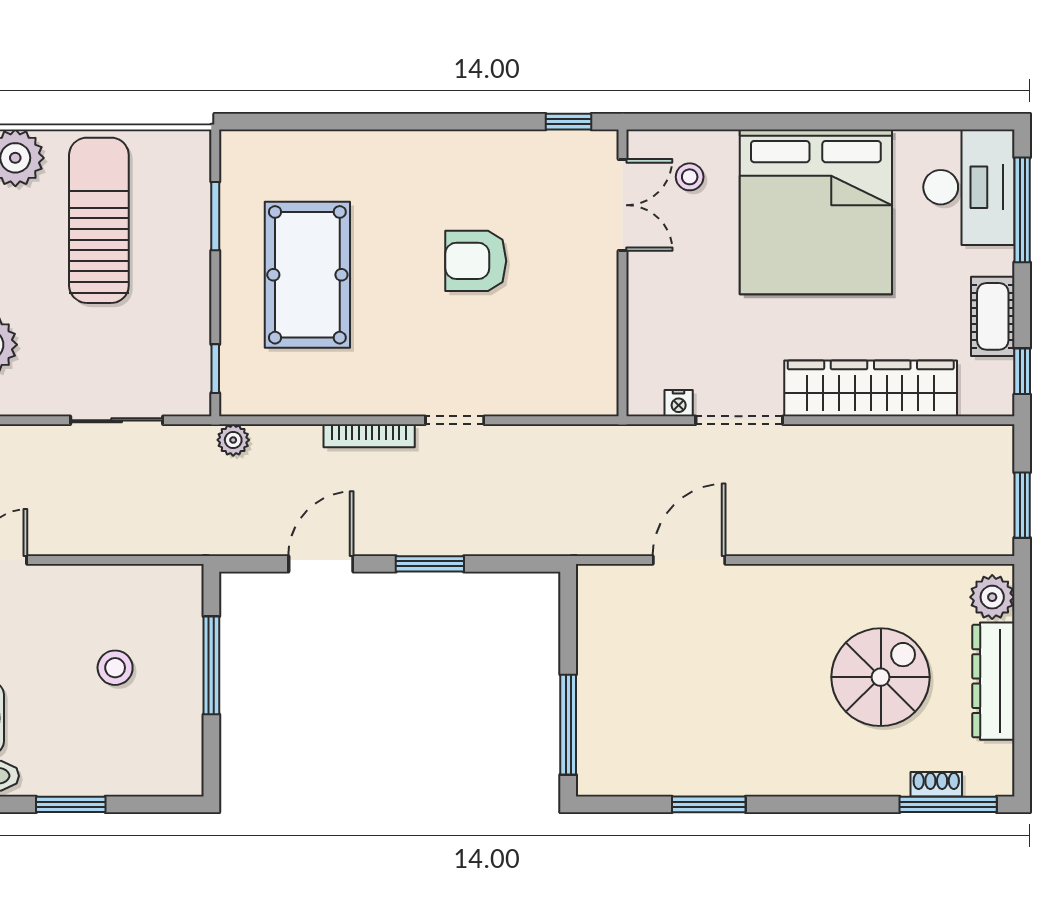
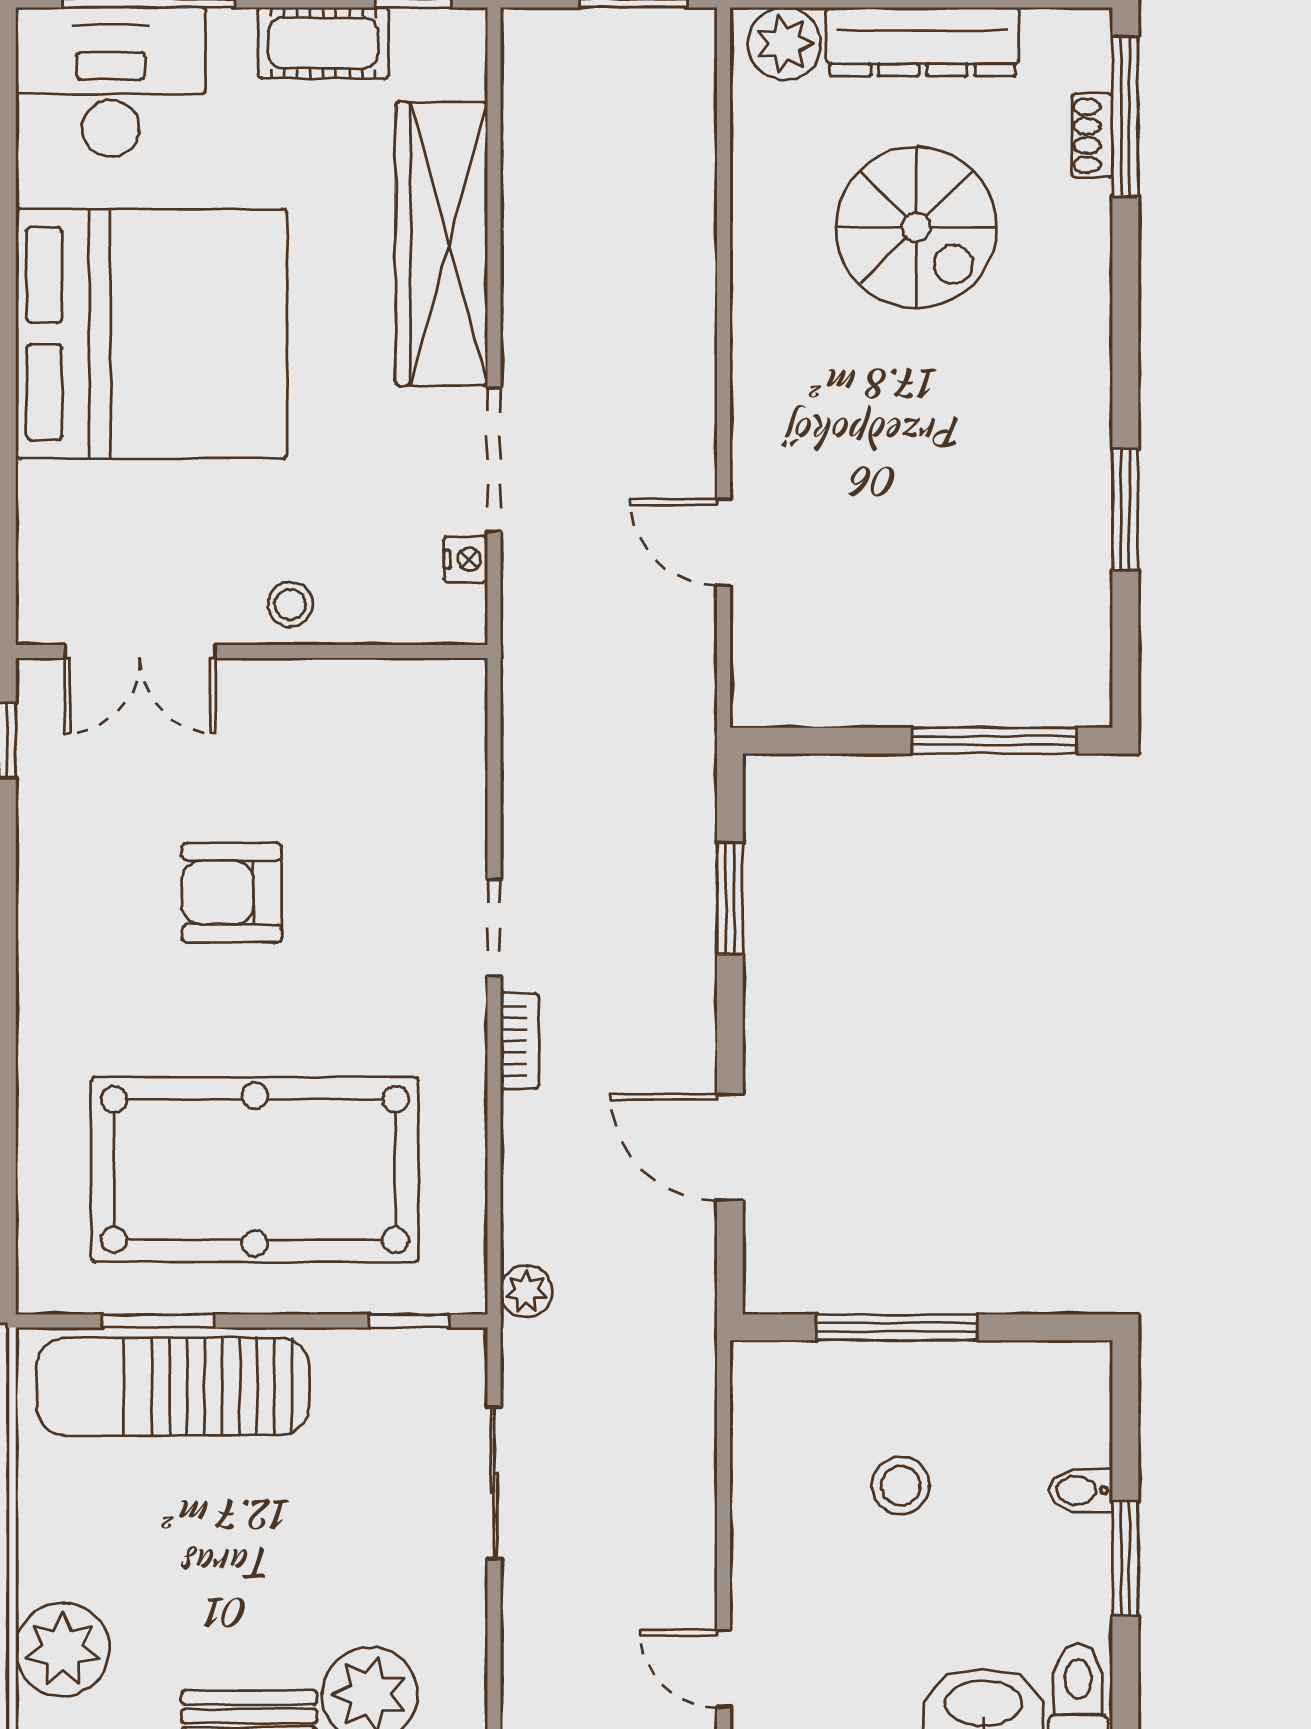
stool: (690, 177) -> (290, 604), moved
double door: (623, 205) -> (140, 651), swing flipped
sun lounger: (99, 220) -> (173, 1387), moved
armchair: (476, 261) -> (232, 893), turned 90
pool table: (307, 275) -> (255, 1169), width x1.36, depth x1.32
bookcase: (369, 436) -> (519, 1041), width x0.64
door: (689, 560) -> (724, 542), width x0.73
window: (430, 564) -> (730, 899), moved
spiral stairs: (881, 677) -> (916, 227), turned 180
bidet: (112, 777) -> (1081, 1490), added

